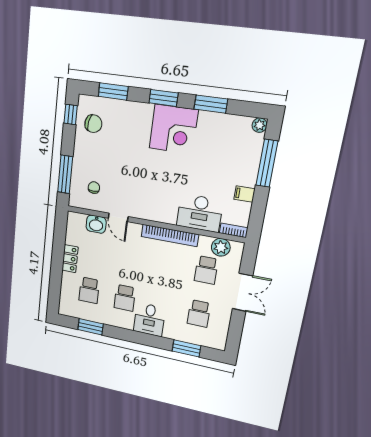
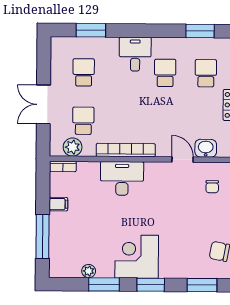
plant: (260, 125) -> (89, 271), moved
desk: (200, 213) -> (122, 178), moved

